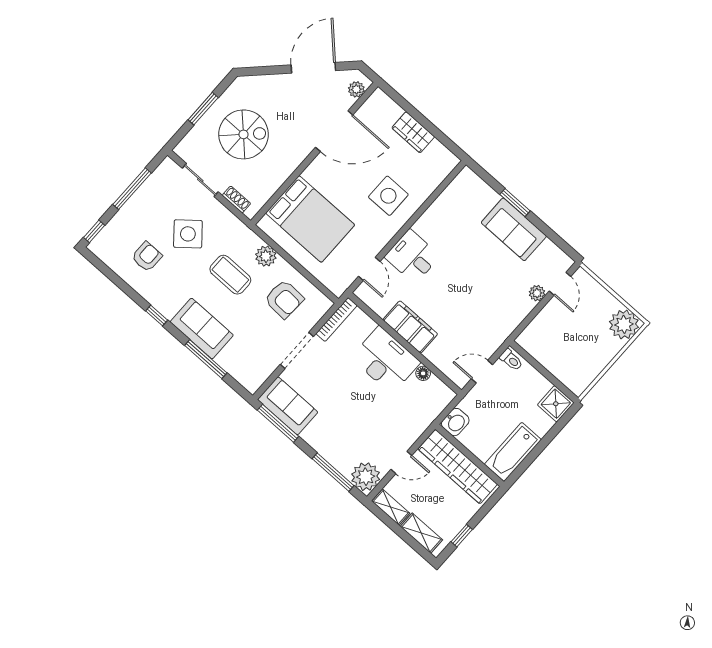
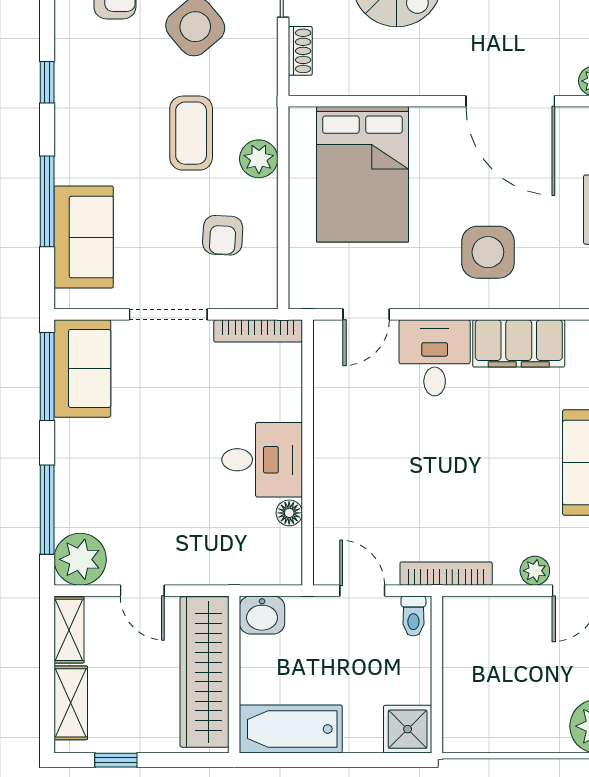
armchair: (284, 299) -> (223, 235), width x0.72, depth x0.72
filing cabinet: (410, 327) -> (519, 343), moved, turned 90
sofa: (202, 329) -> (84, 237), moved
bookcase: (506, 331) -> (446, 574), added
desk: (385, 360) -> (262, 460), width x0.73

